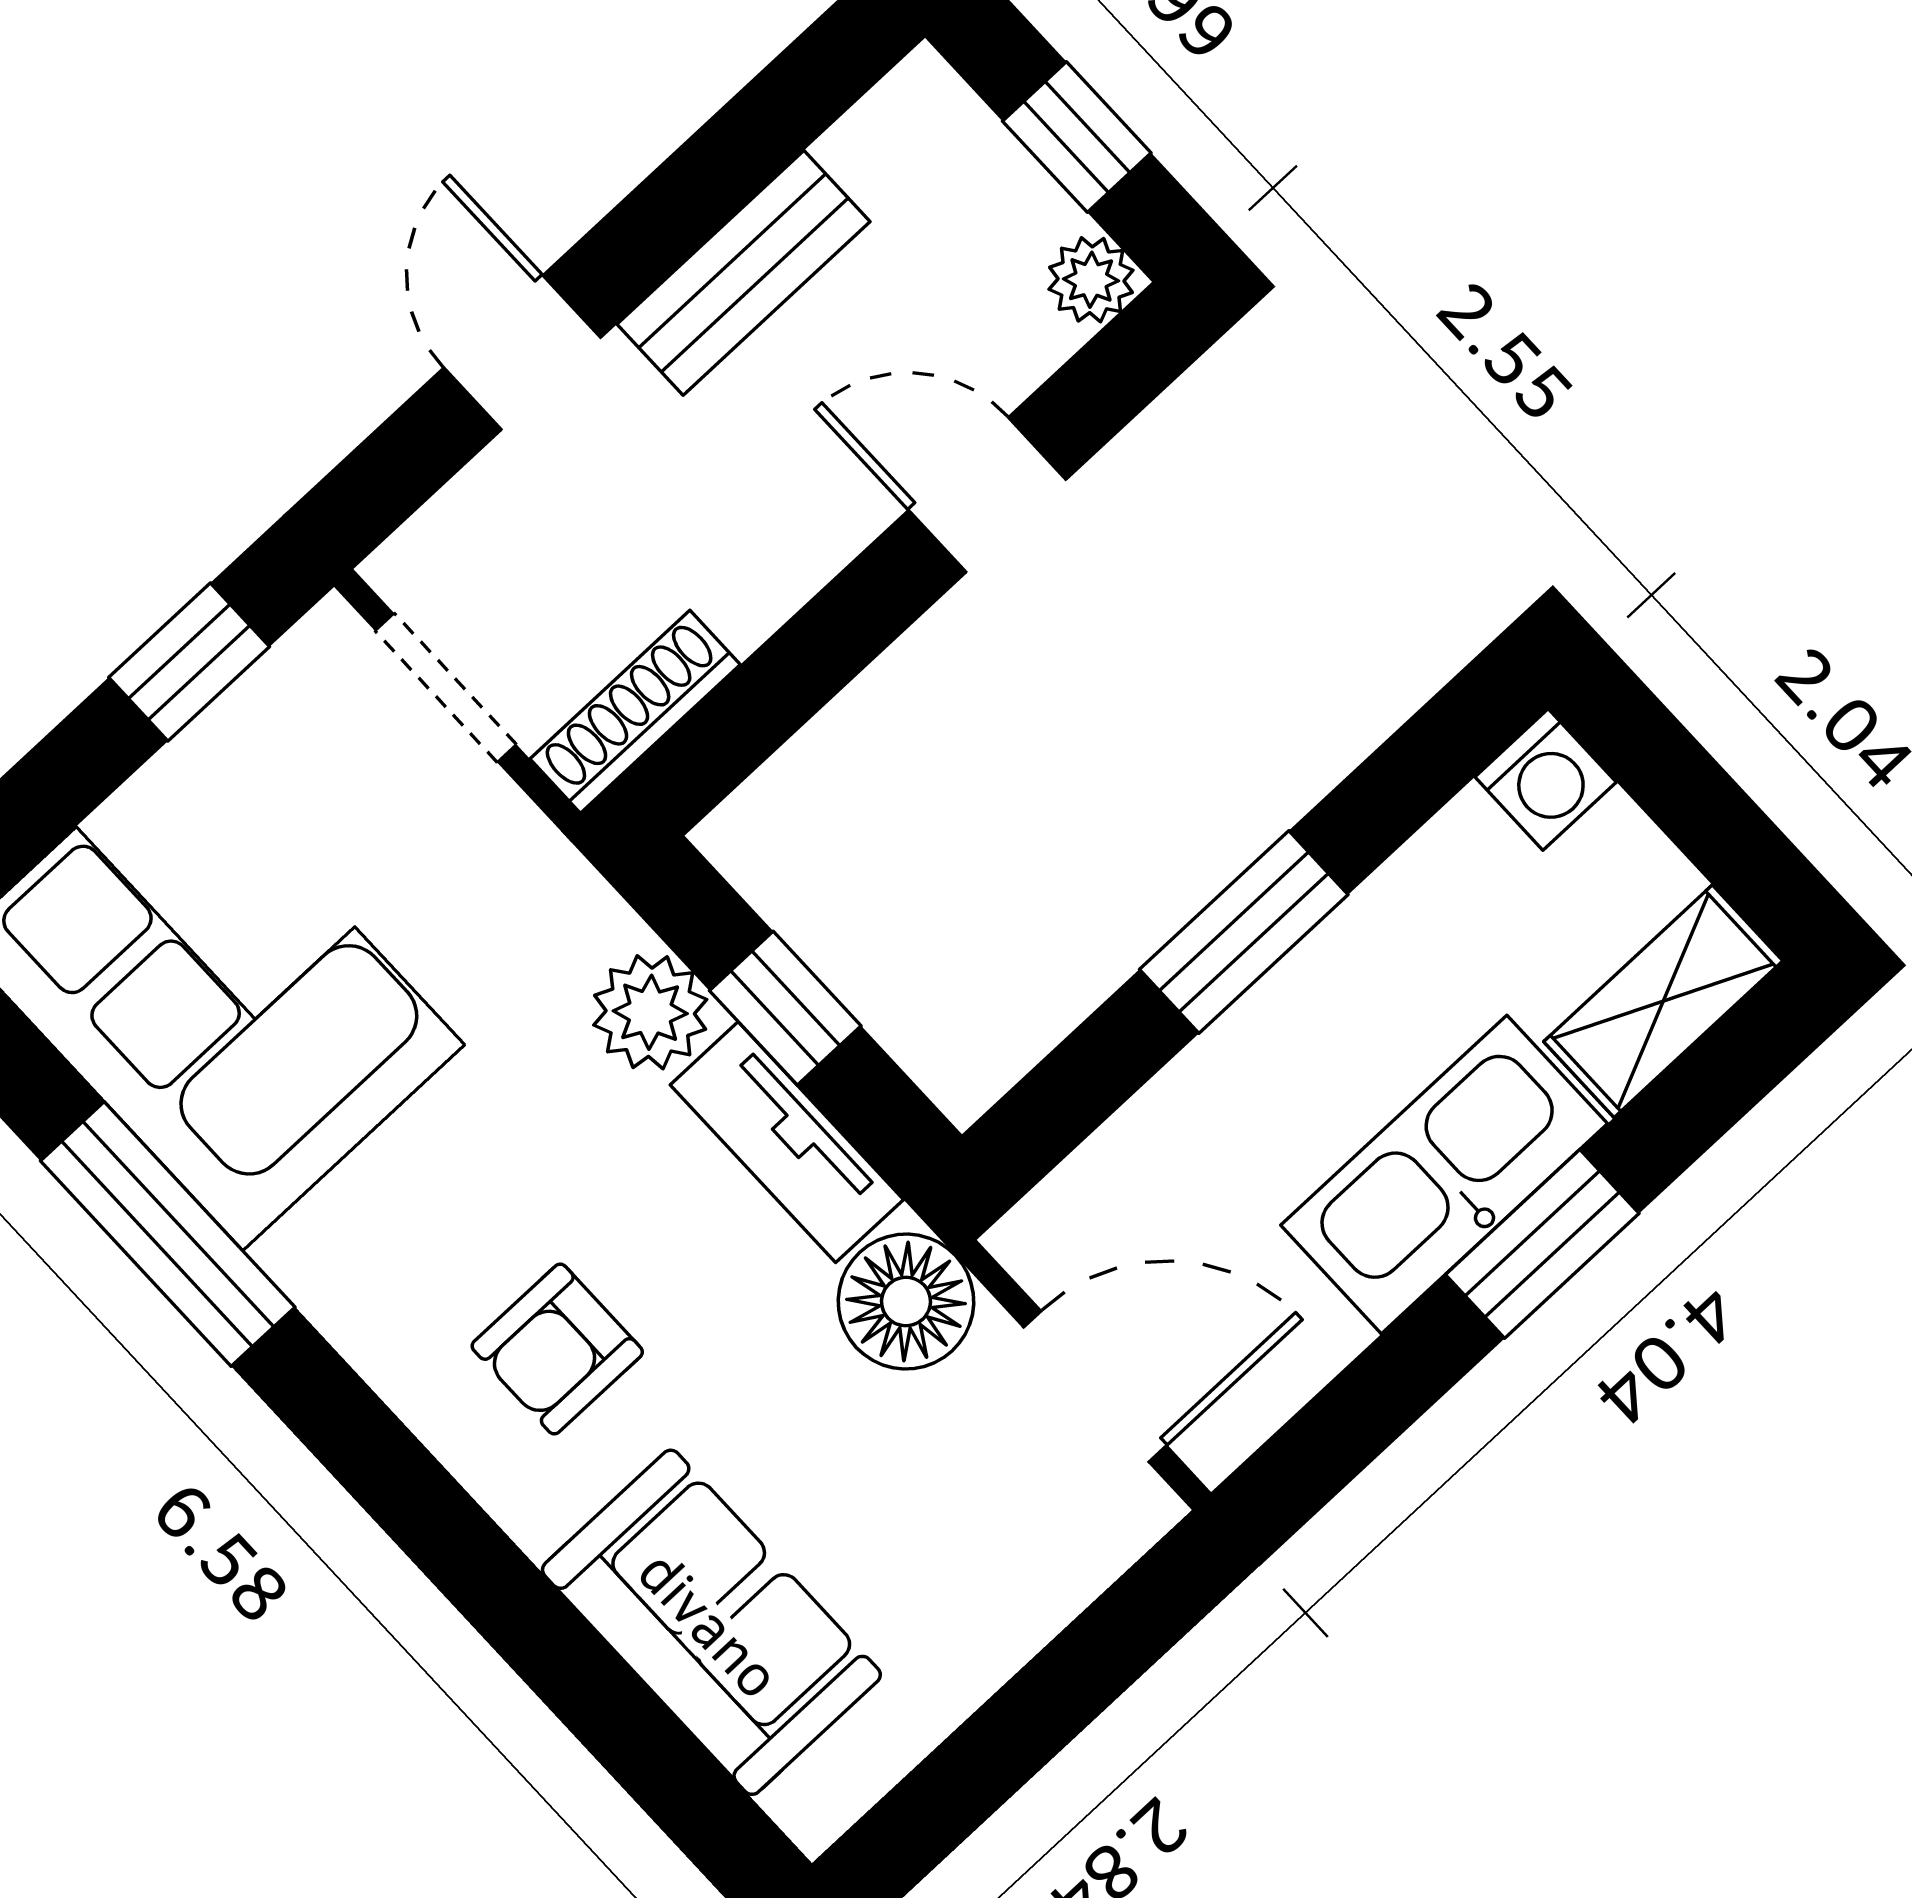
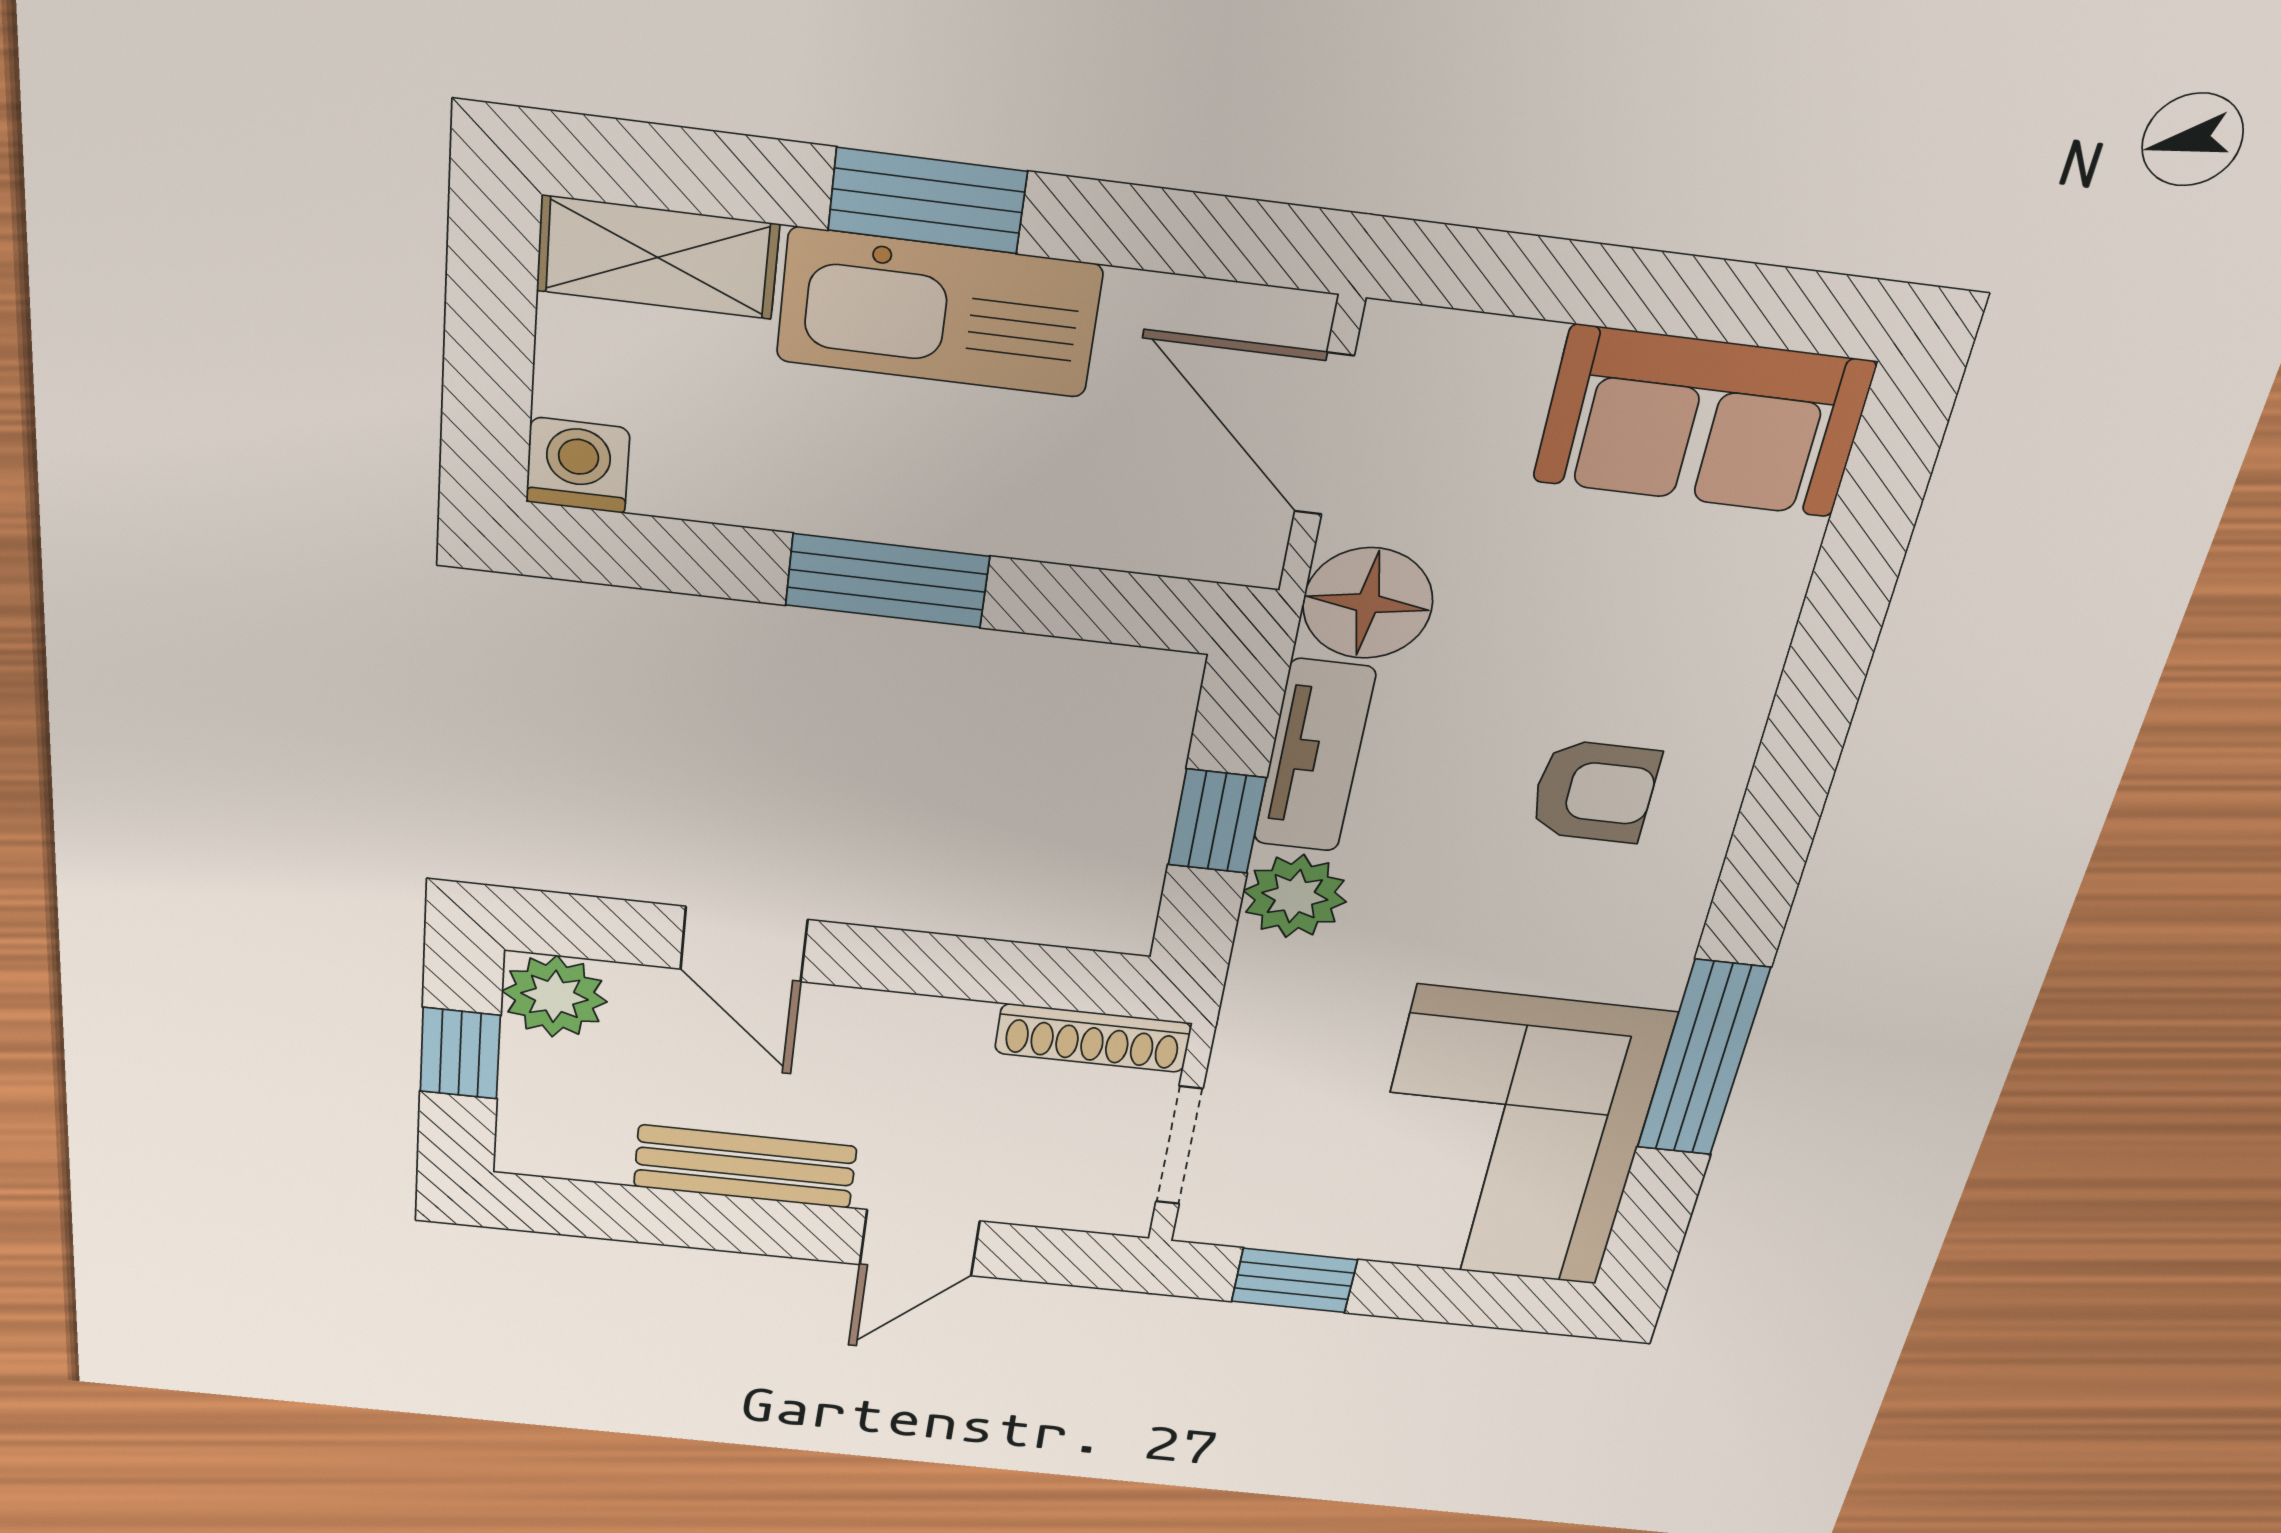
plant: (1091, 280) -> (555, 996), width x1.38, depth x1.38
sofa: (711, 1622) -> (1703, 422), moved, turned -90

